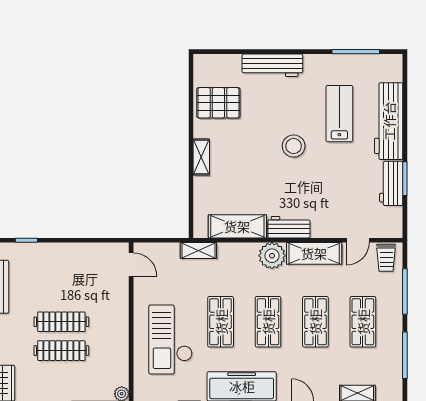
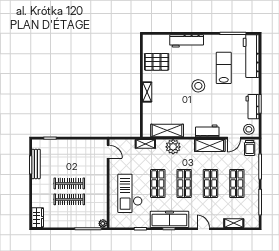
workbench: (389, 121) -> (251, 56), moved
stool: (384, 224) -> (249, 129), added
workbench: (289, 227) -> (207, 131), moved
plant: (272, 256) -> (173, 147), moved

